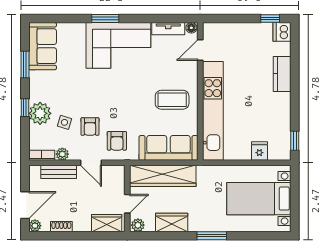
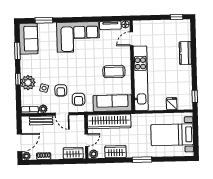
window: (105, 18) -> (44, 20), moved
dishwasher: (282, 32) -> (185, 26), removed

